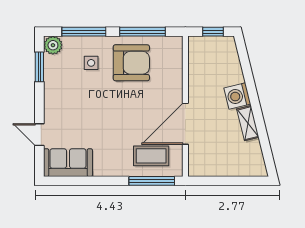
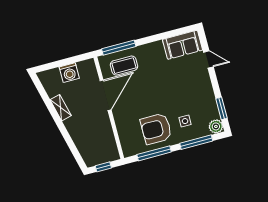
washing machine: (237, 96) -> (69, 73), moved, turned 104

